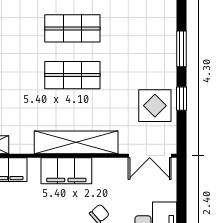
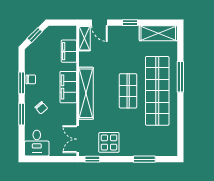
shop shelf: (72, 28) -> (157, 91), width x2.00, depth x1.36
window: (182, 99) -> (92, 159), moved

